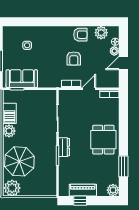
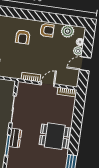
armchair: (74, 58) -> (23, 37), moved
dining table: (103, 140) -> (55, 136), turned 90

